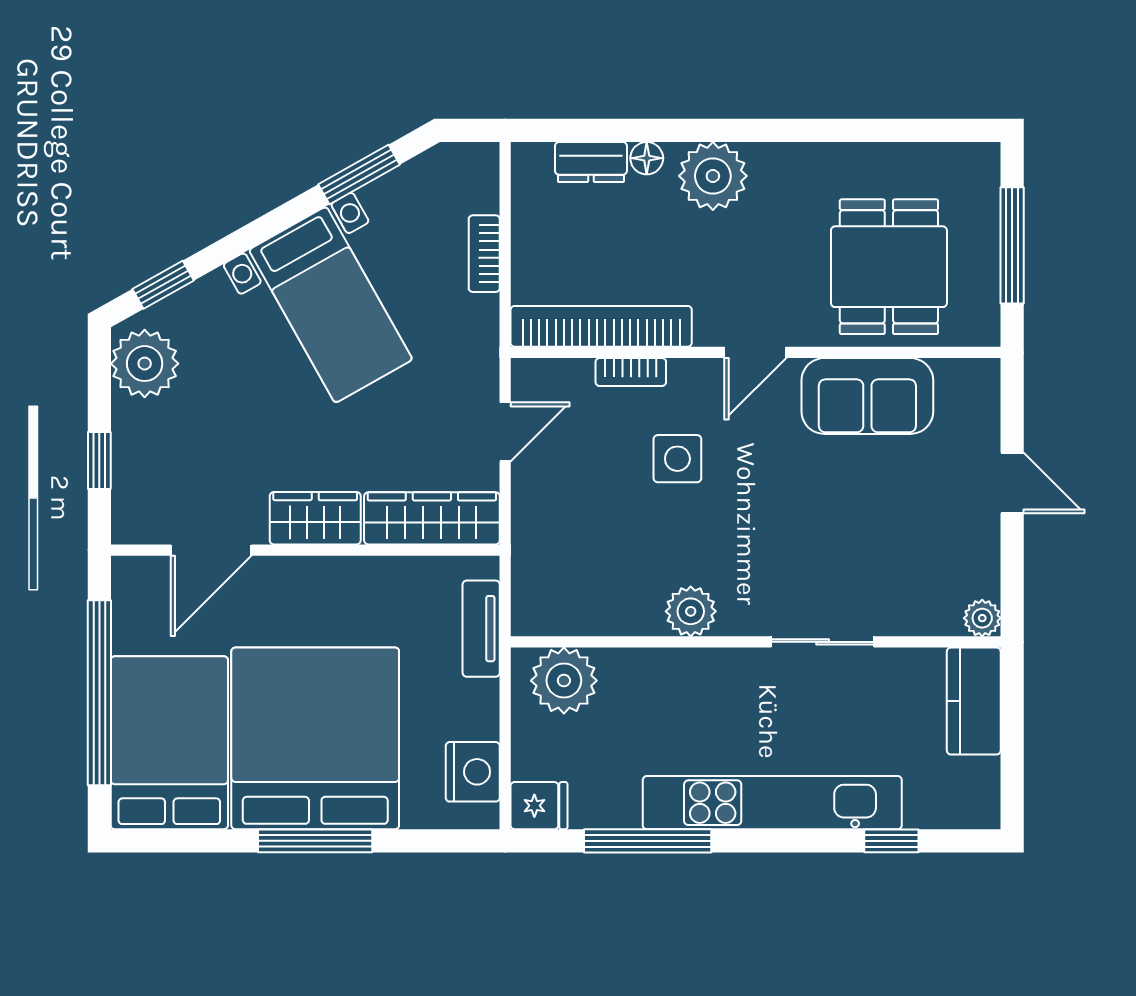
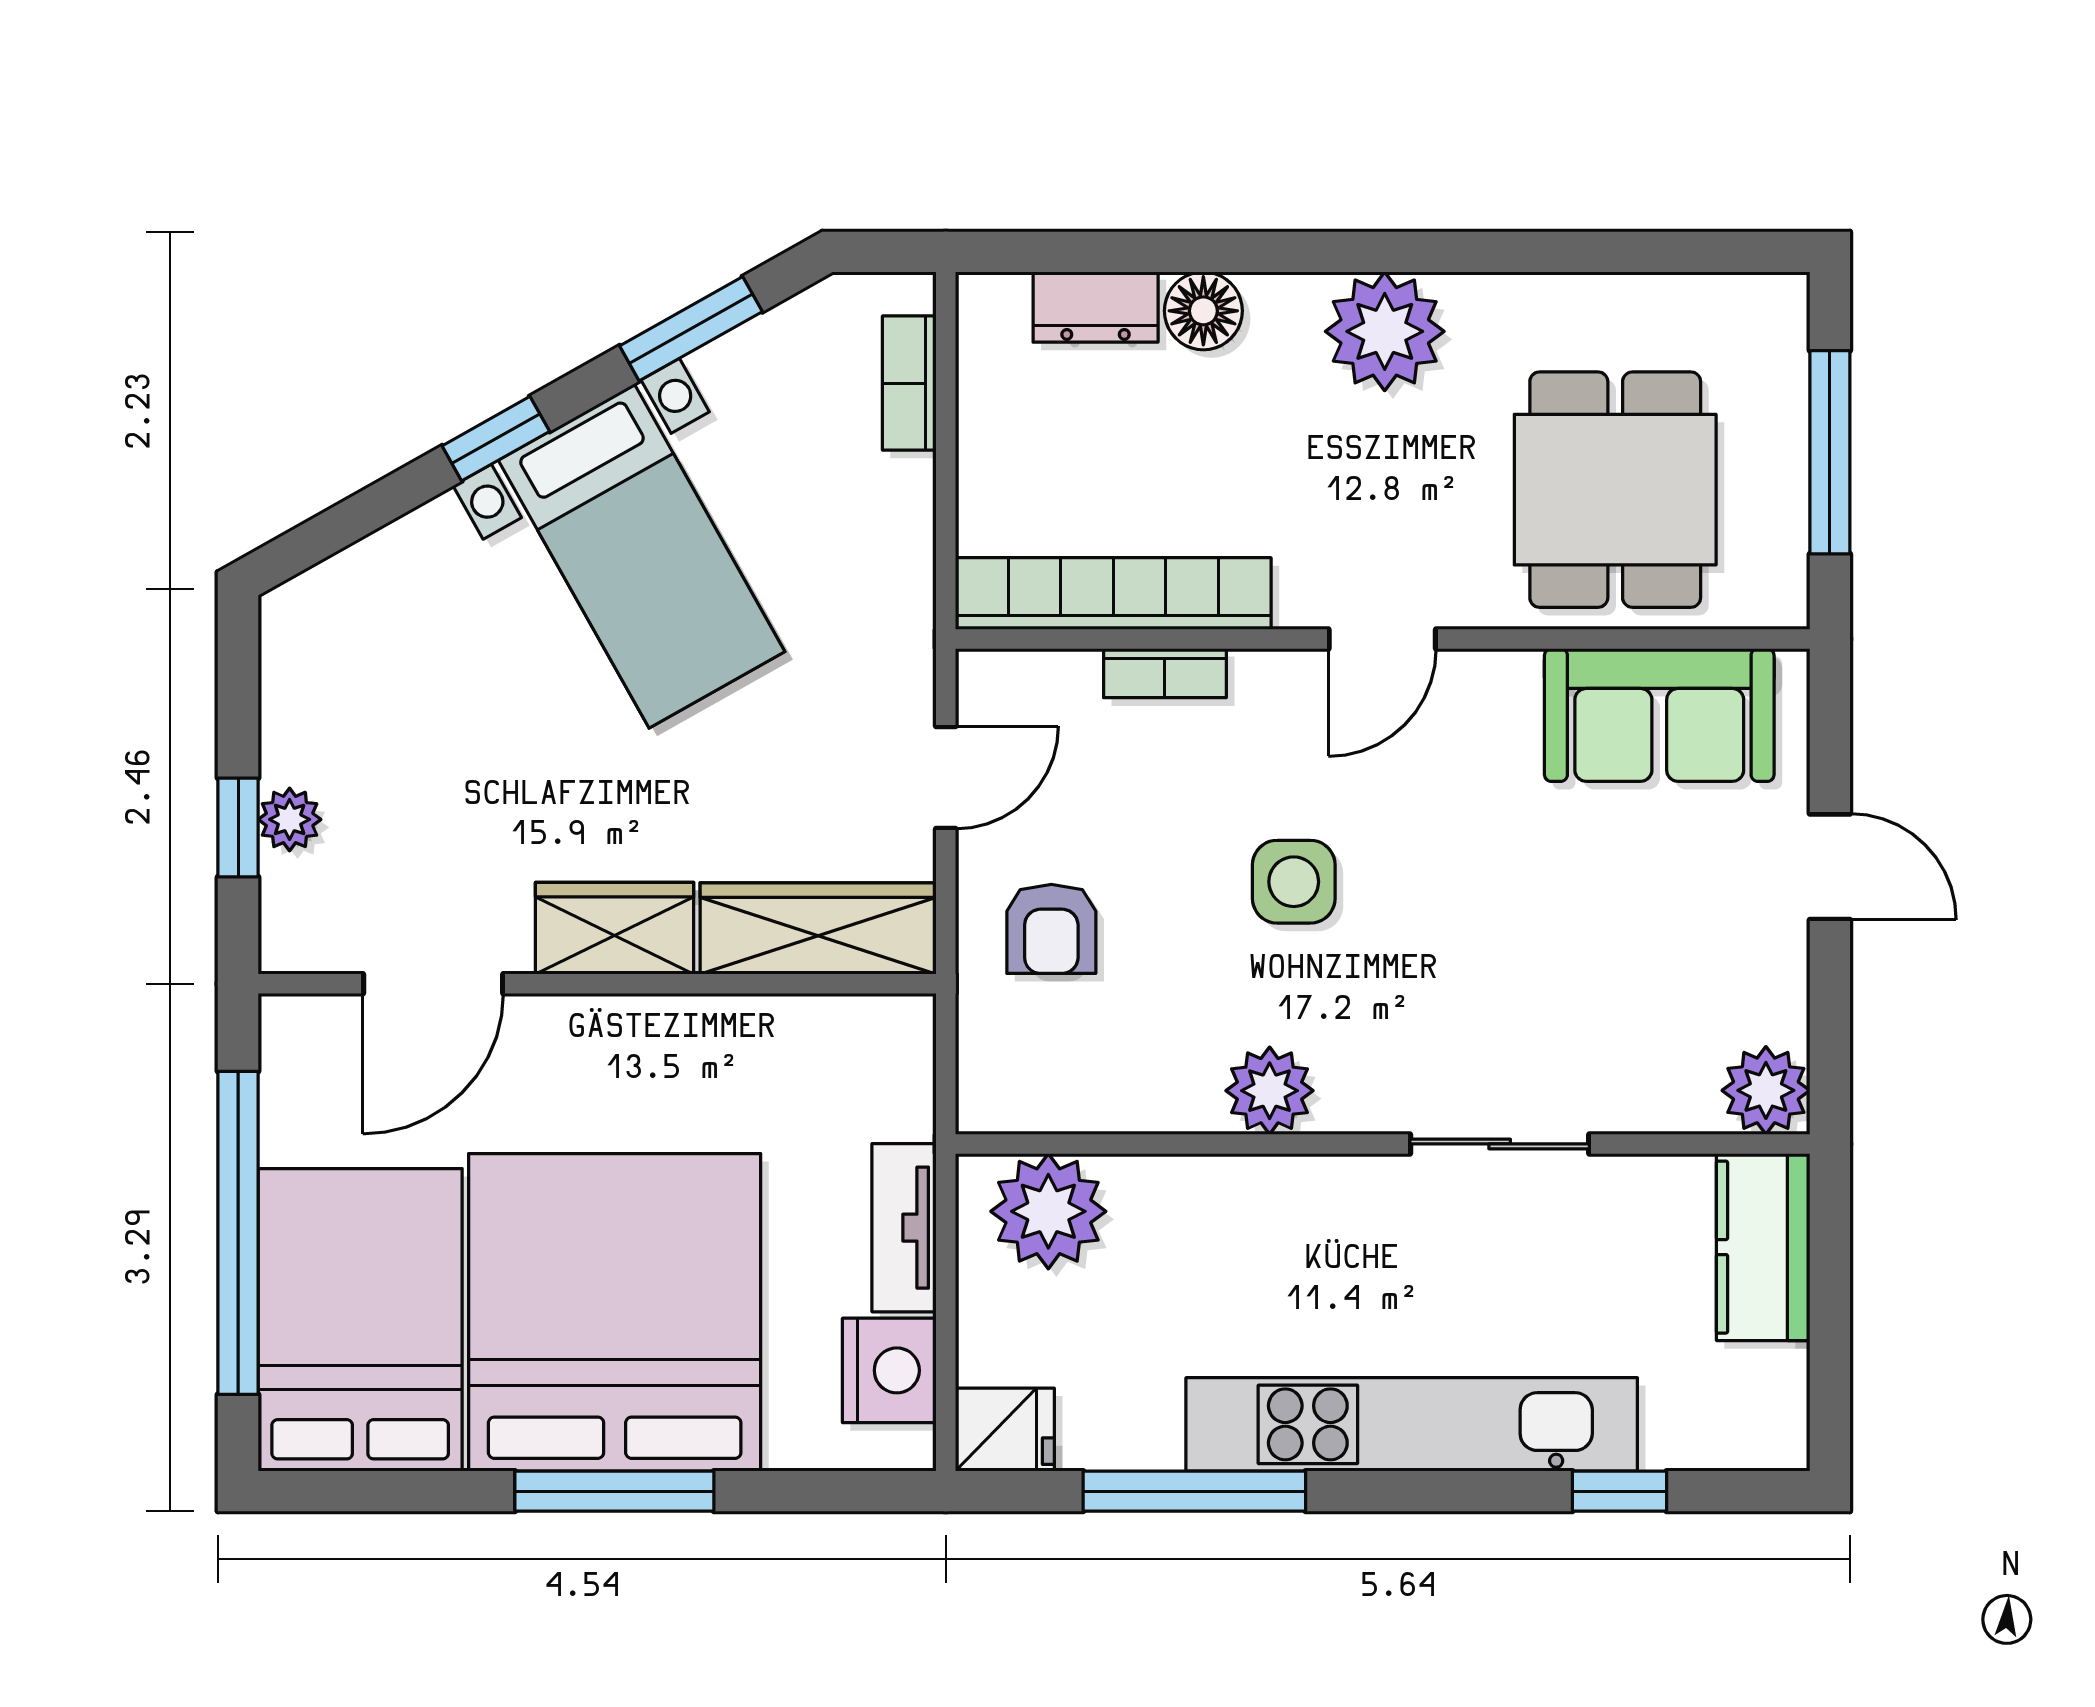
floor lamp: (647, 158) -> (1203, 311), width x1.37, depth x1.37
plant: (713, 176) -> (1385, 331), moved
bookcase: (484, 254) -> (909, 383), moved
window: (163, 285) -> (496, 439), moved
plant: (145, 364) -> (290, 819), moved, width x0.53, depth x0.53
sofa: (867, 396) -> (1659, 715), moved
side table: (677, 459) -> (1294, 882), moved
armchair: (566, 519) -> (1051, 929), added
plant: (982, 618) -> (1766, 1090), width x1.38, depth x1.38
tv unit: (481, 629) -> (904, 1228), moved

